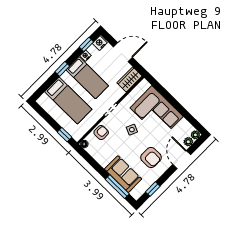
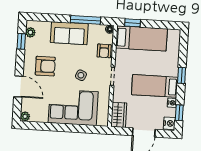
bed: (68, 100) -> (141, 38), moved, turned 180
plant: (188, 142) -> (30, 32), moved
armchair: (151, 157) -> (45, 66), turned 180
sofa: (123, 174) -> (69, 33), moved
window: (117, 187) -> (85, 20), moved

